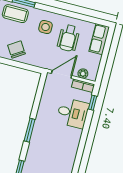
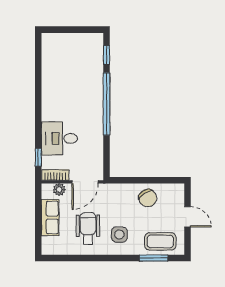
row of seats: (99, 39) -> (50, 218), moved
window: (30, 130) -> (107, 104), width x2.11

